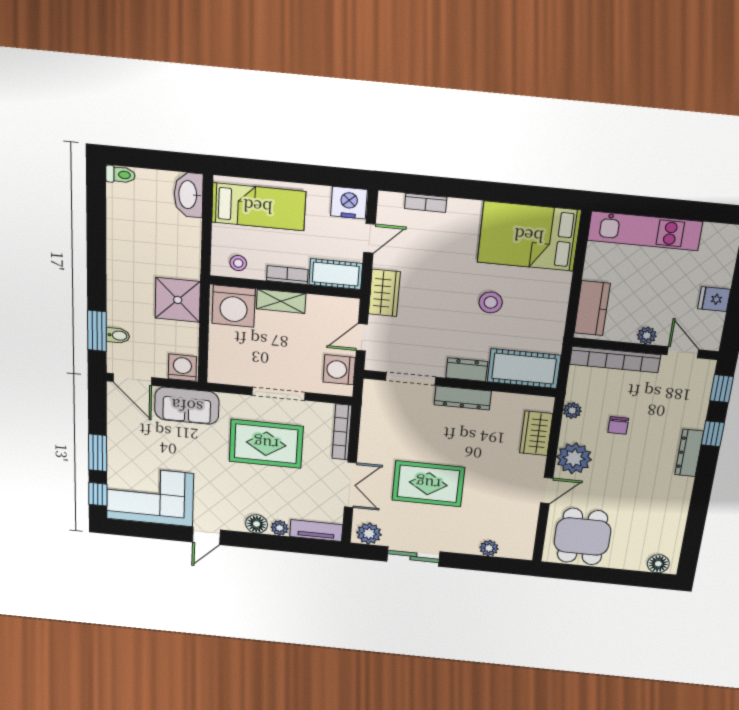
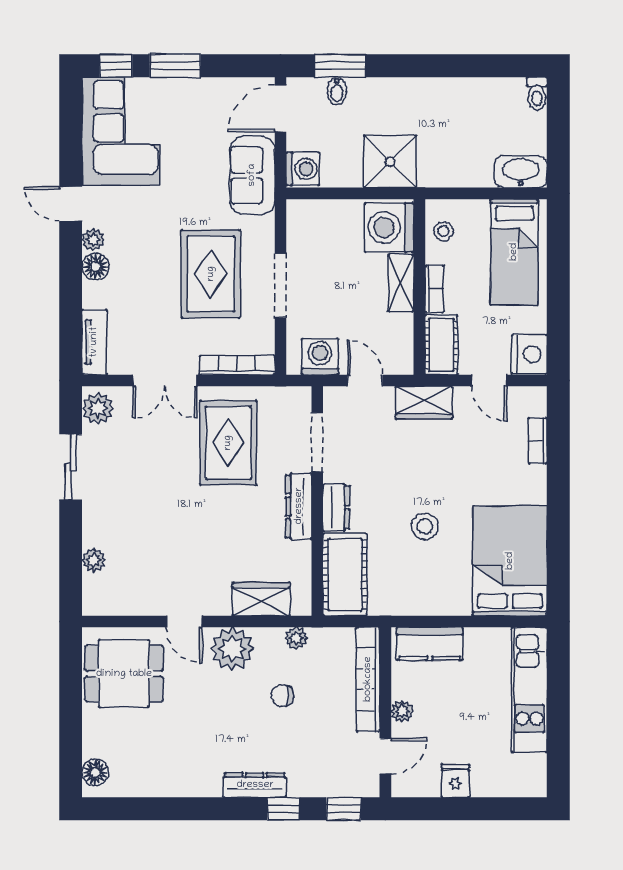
rug: (428, 484) -> (228, 443), moved
plant: (280, 528) -> (93, 240), moved

